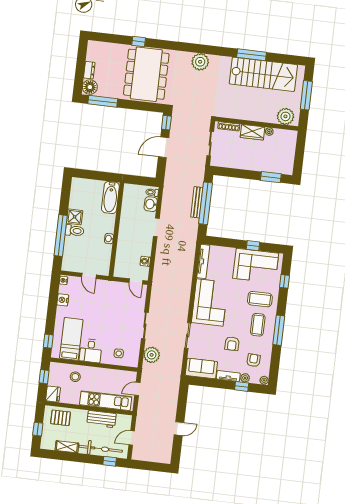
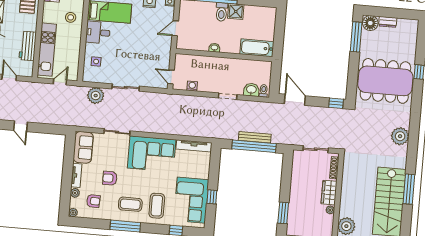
door: (164, 147) -> (295, 100), moved
door: (136, 281) -> (171, 77), hinge flipped
window: (242, 386) -> (66, 190), removed
door: (137, 389) -> (60, 82), hinge flipped

